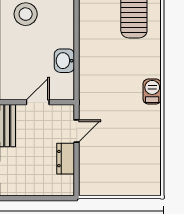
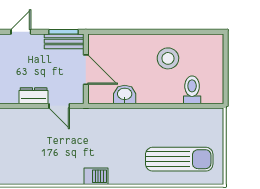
door: (38, 102) -> (86, 70), width x1.38

